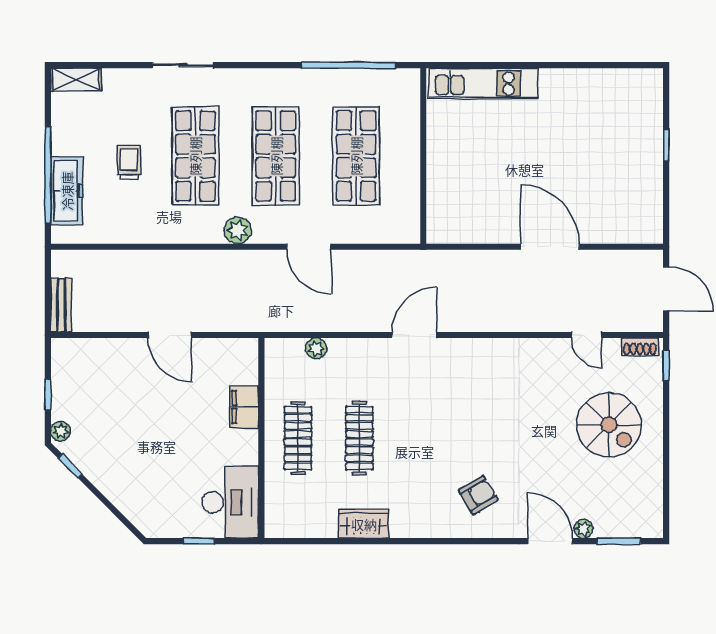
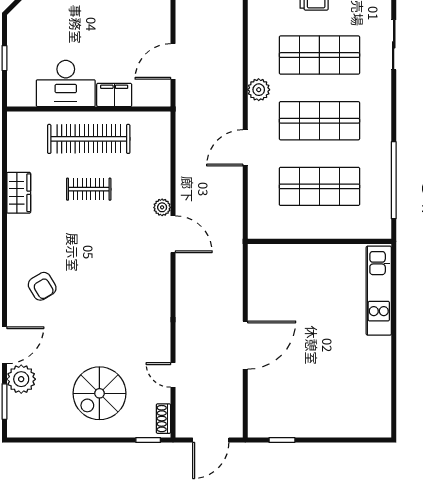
window: (666, 145) -> (282, 440), moved
door: (170, 335) -> (173, 61), moved
door: (587, 335) -> (173, 375), hinge flipped
plant: (316, 348) -> (162, 207), moved
clothes rail: (298, 438) -> (89, 139), width x1.37, depth x1.31
clothes rail: (359, 438) -> (89, 189), width x0.73
desk: (230, 502) -> (66, 83), moved
plant: (583, 529) -> (21, 379), width x1.87, depth x1.87

